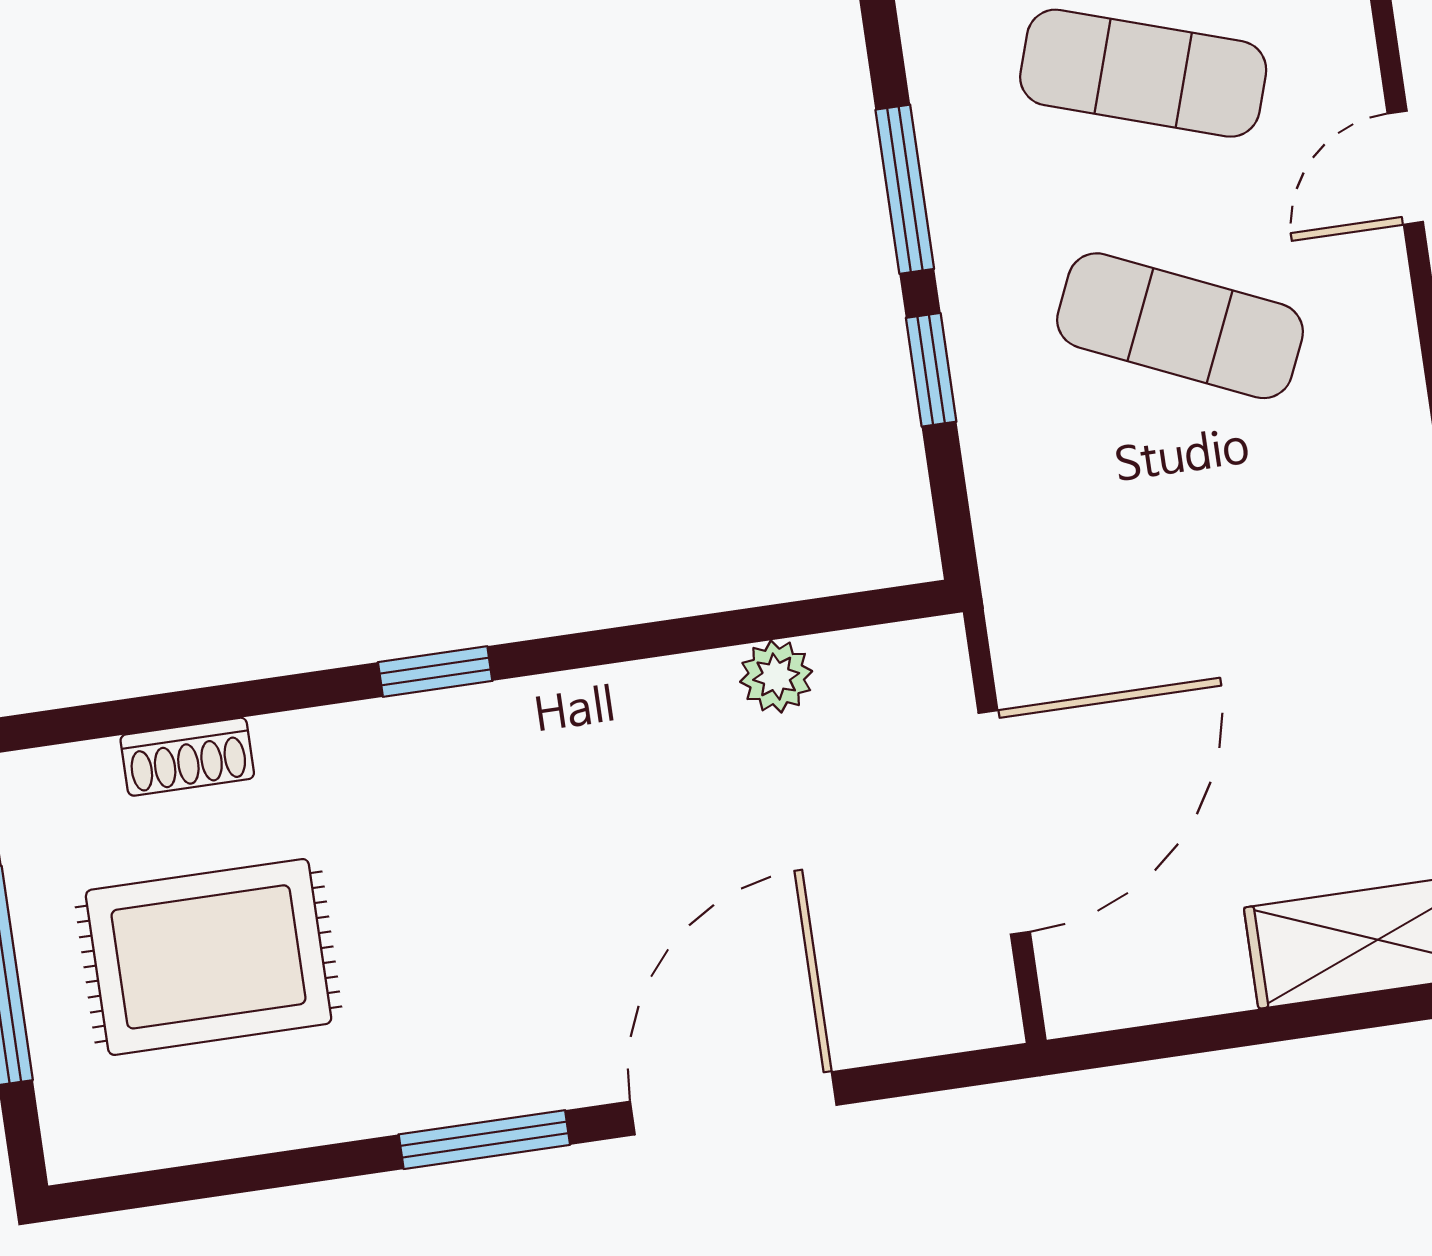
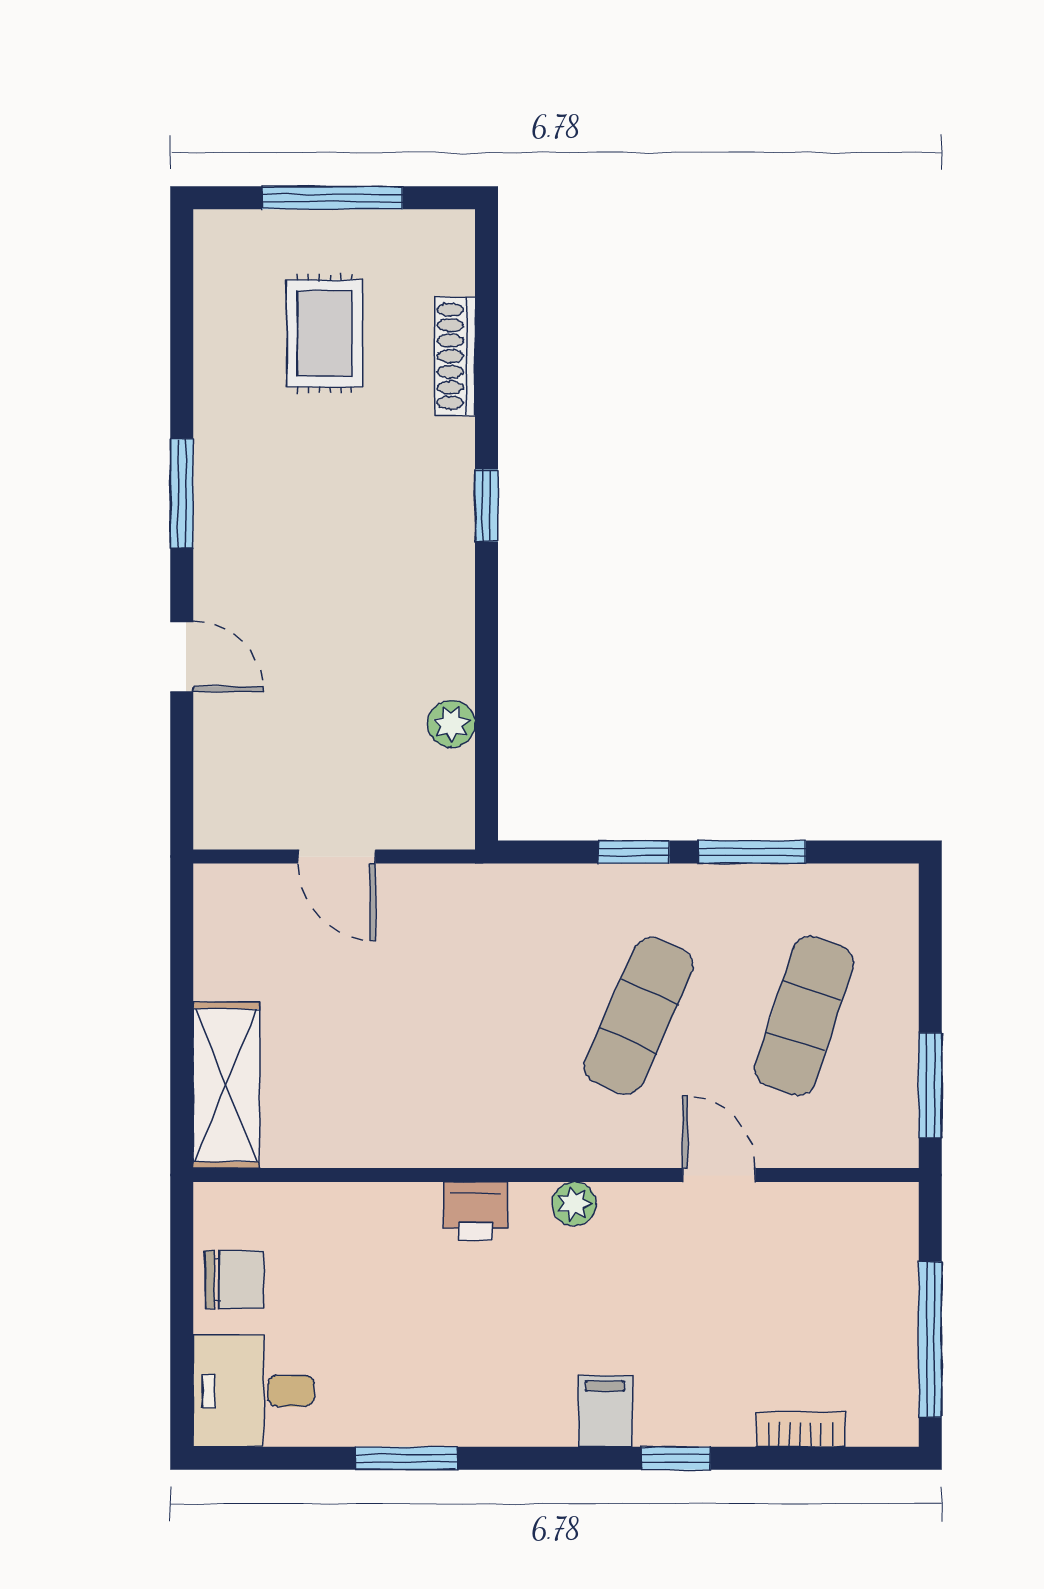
shoe rack: (187, 757) -> (455, 356), width x1.43
door: (1004, 822) -> (337, 857), width x0.53
rug: (209, 957) -> (325, 333), width x0.73, depth x0.70
door: (733, 1103) -> (182, 656), width x0.53

